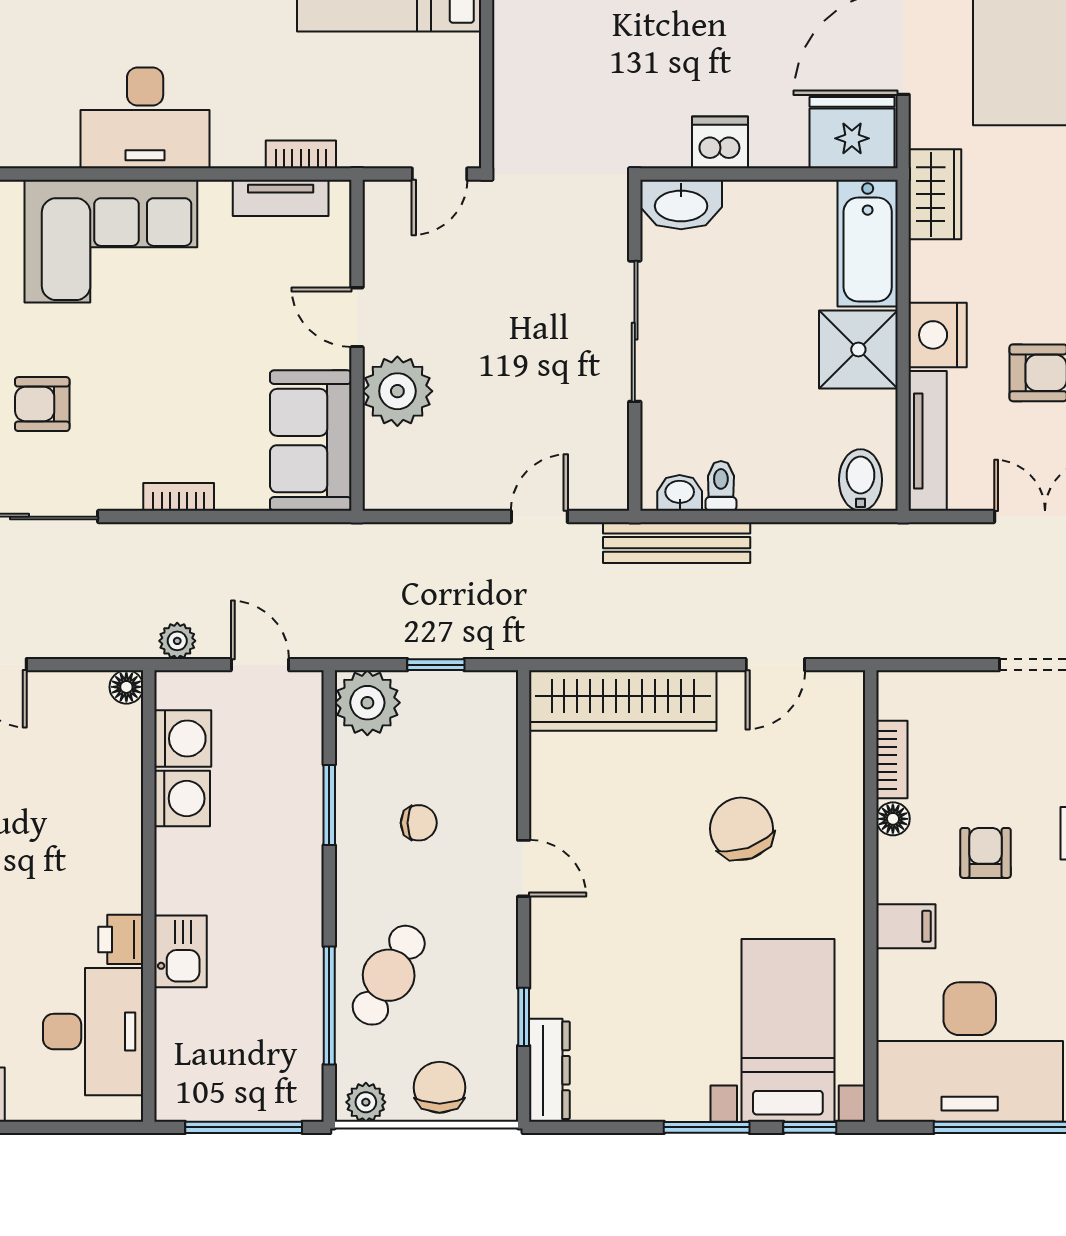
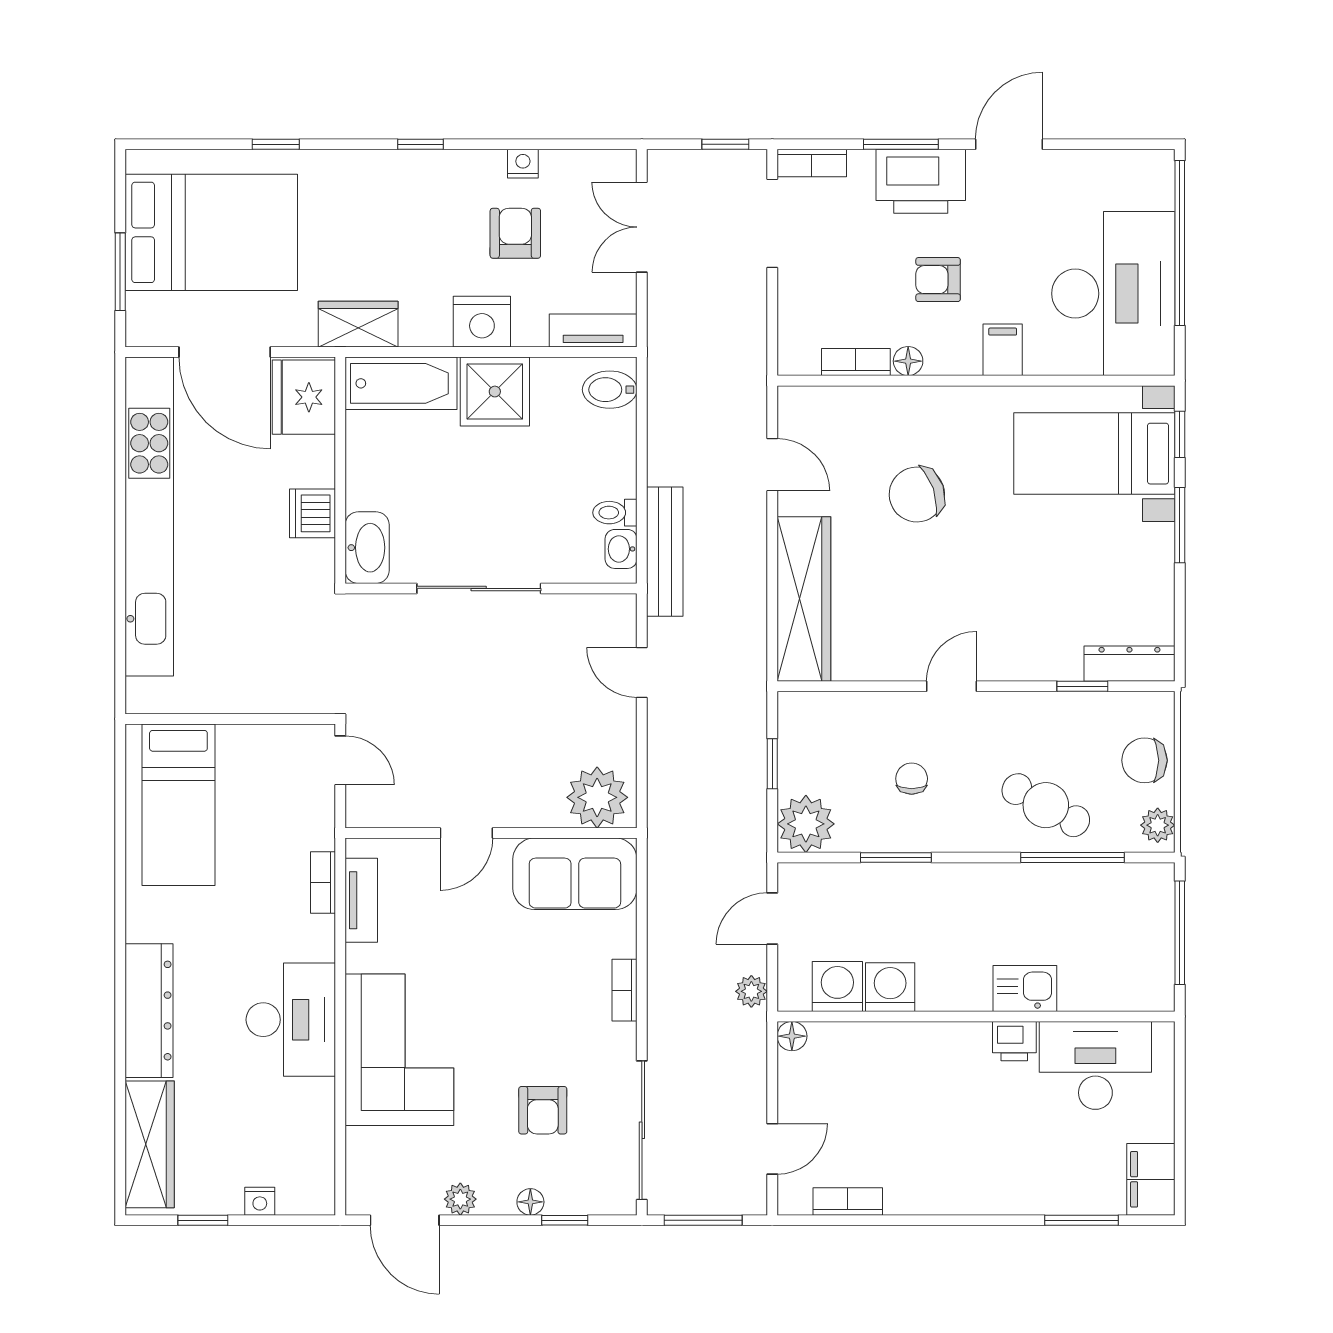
plant: (397, 391) -> (597, 797), moved
tv unit: (928, 441) -> (593, 331), width x0.71

